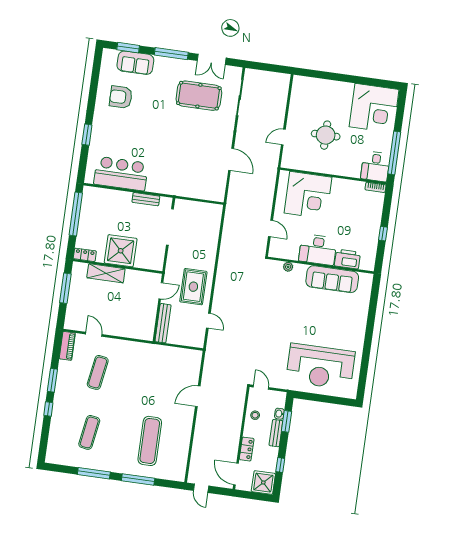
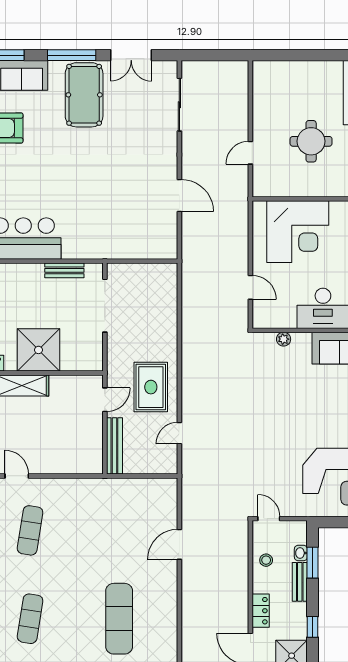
pool table: (199, 96) -> (84, 95), moved, turned 90
door: (208, 321) -> (179, 433), swing flipped

